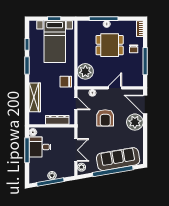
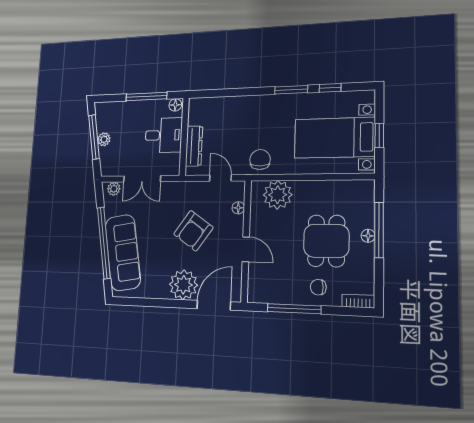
wardrobe: (35, 97) -> (234, 106), removed
door: (76, 104) -> (221, 178), swing flipped
armchair: (105, 118) -> (193, 231), turned -55
desk: (40, 147) -> (164, 135), moved, turned 90

